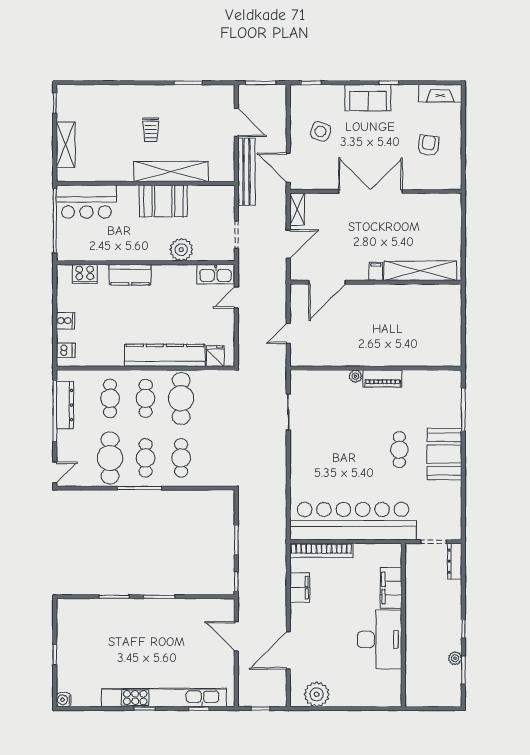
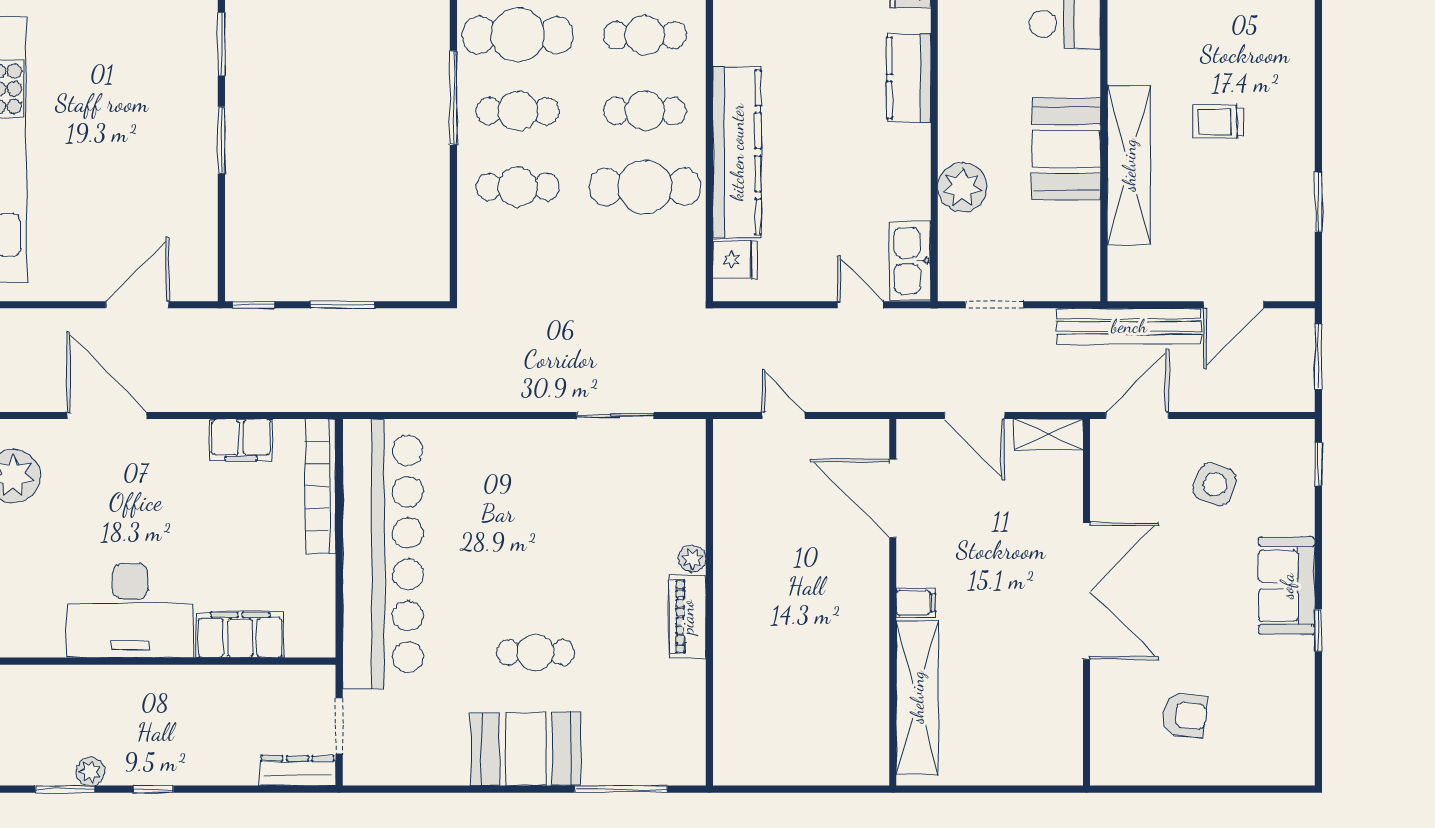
fireplace: (440, 93) -> (1296, 740), removed

